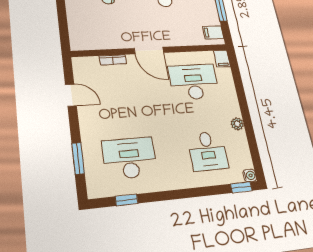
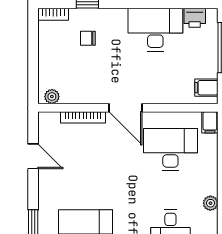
plant: (82, 44) -> (52, 97), added
bookcase: (113, 60) -> (83, 117), width x1.56

